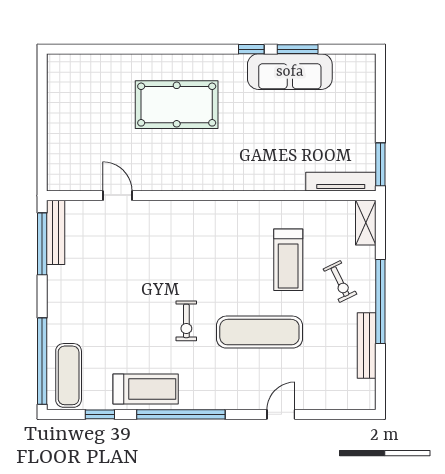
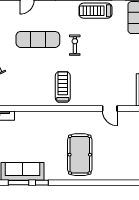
pool table: (177, 105) -> (80, 155), turned 90
treadmill: (288, 260) -> (63, 87), moved

